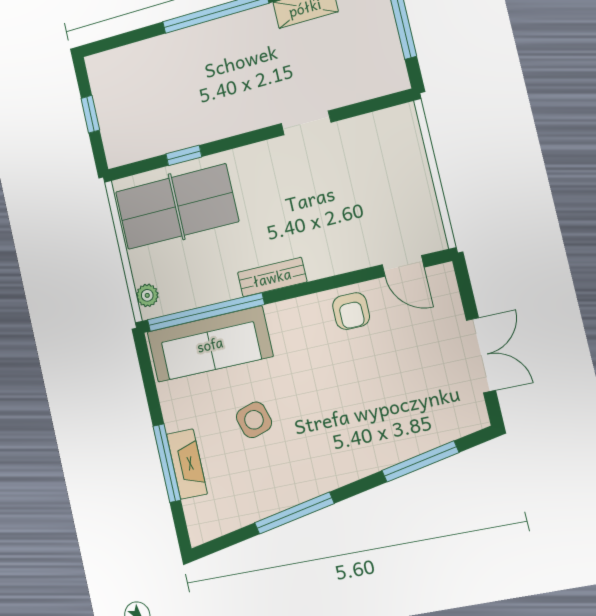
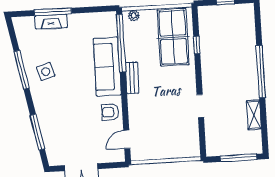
sofa: (210, 344) -> (107, 67), moved
side table: (254, 420) -> (46, 72), moved

